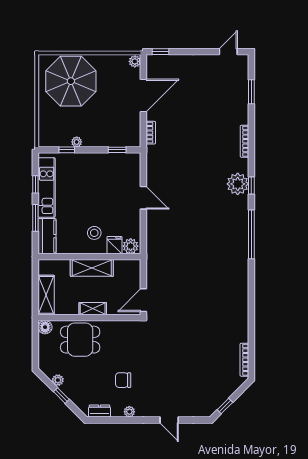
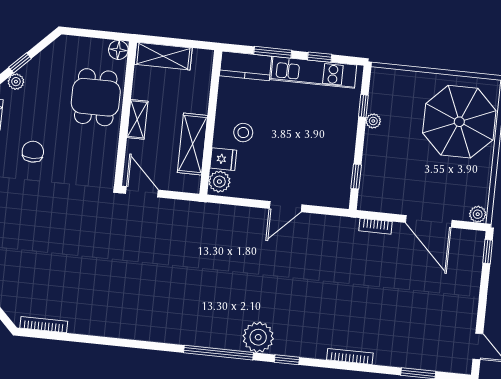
plant: (238, 184) -> (258, 337), moved
shelving: (92, 268) -> (193, 144), moved
plant: (58, 380) -> (16, 82), moved

